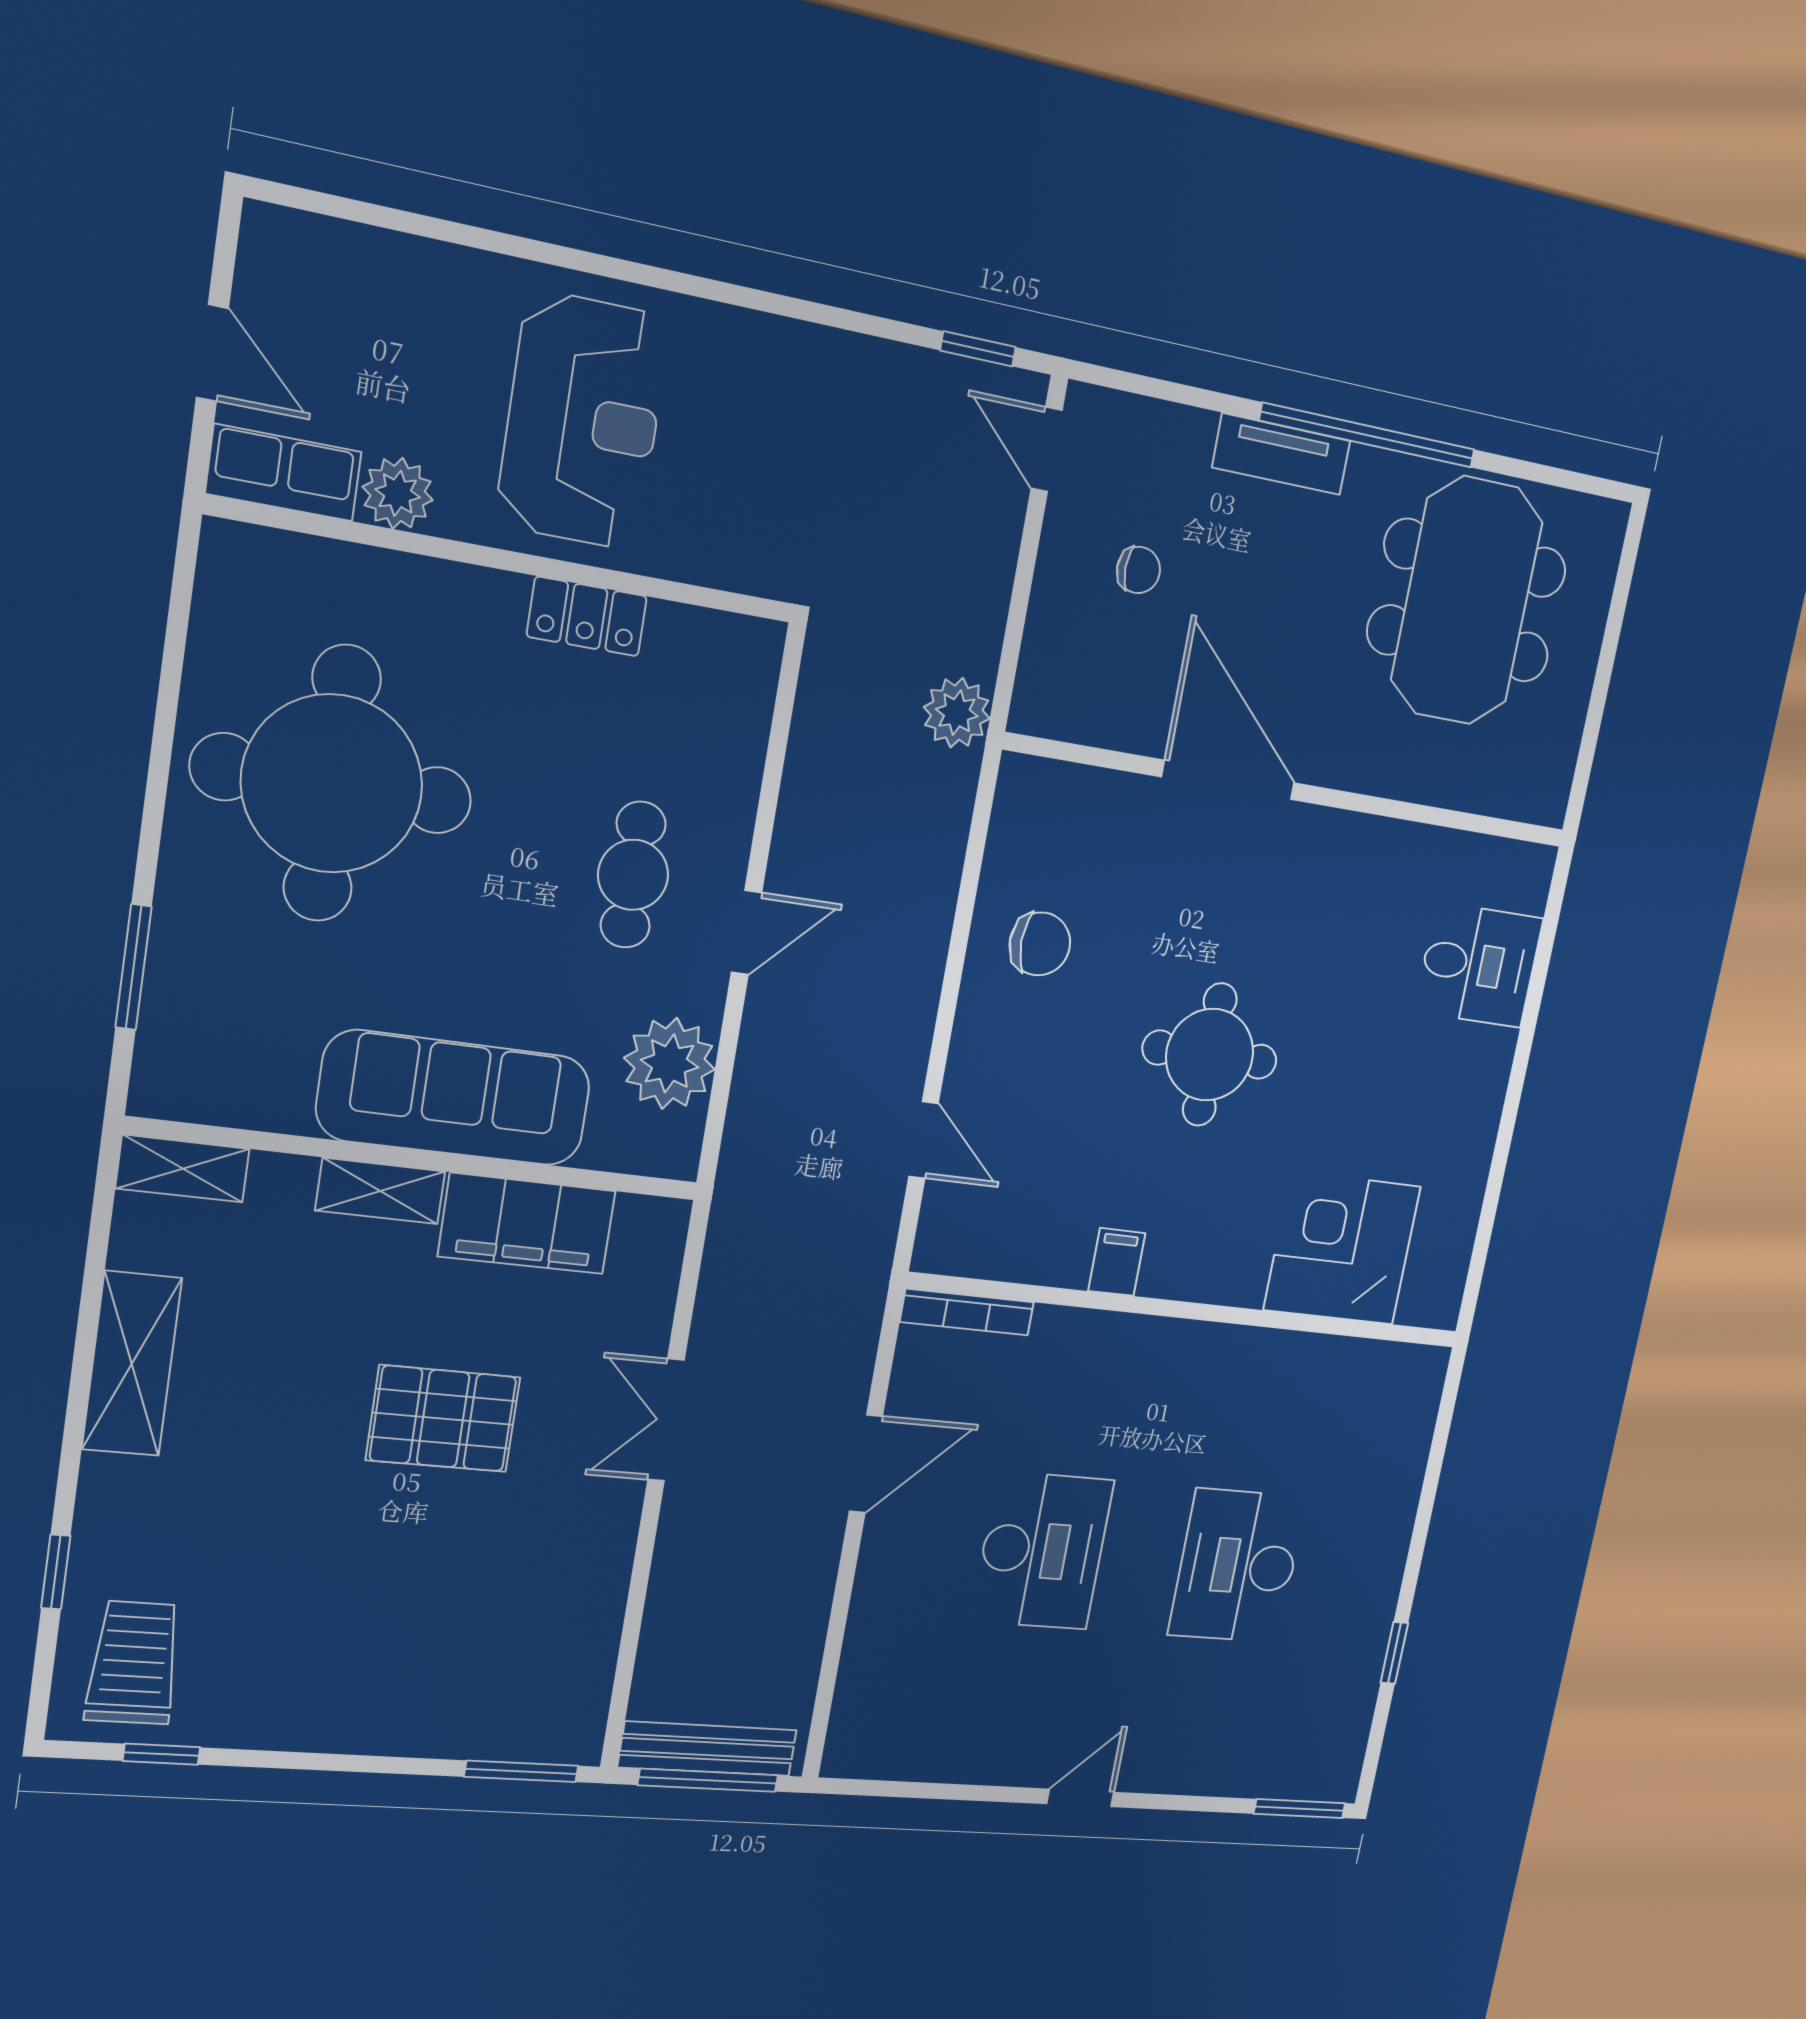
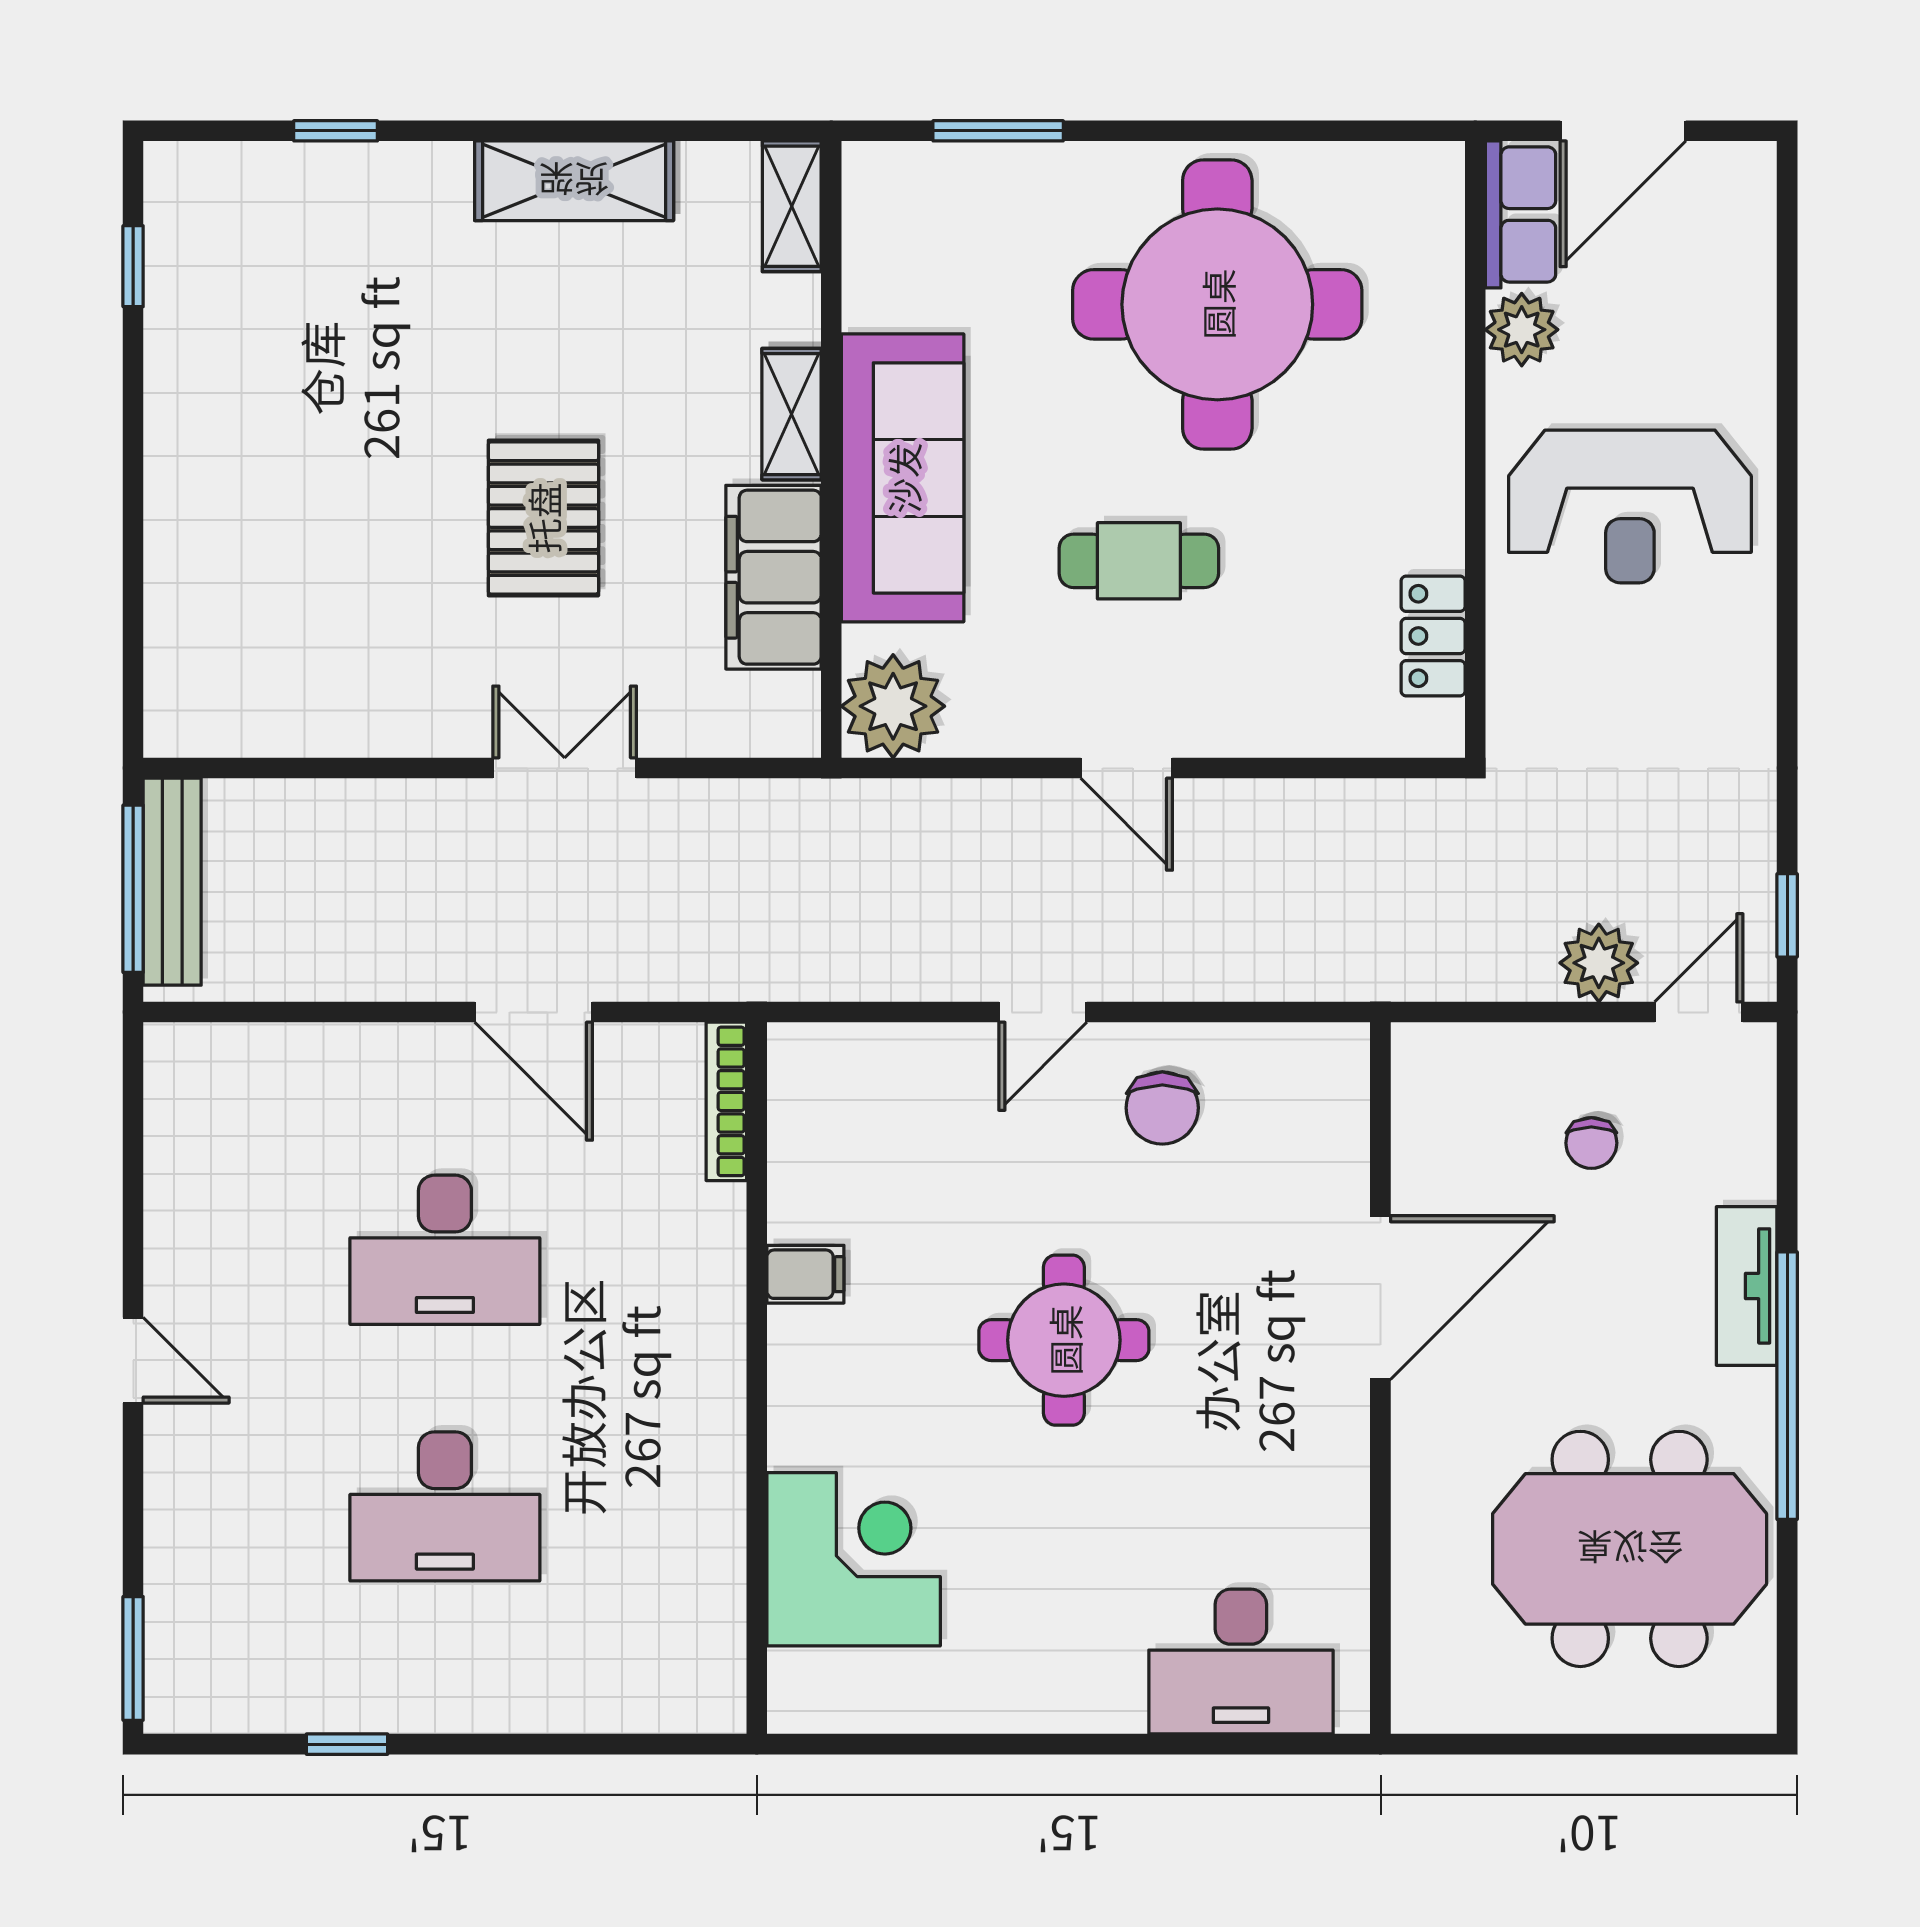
door: (212, 353) -> (1623, 131), width x1.38
locker: (587, 616) -> (1433, 636), moved
plant: (957, 713) -> (1599, 963), moved
cafe table: (633, 875) -> (1139, 561), moved
desk: (1479, 965) -> (1241, 1662), width x1.37
plant: (670, 1064) -> (893, 706), moved
door: (924, 1140) -> (1043, 1012), moved
desk: (1237, 1566) -> (445, 1506), turned 180
trolley: (134, 1663) -> (238, 224), removed
window: (521, 1771) -> (133, 667), removed

